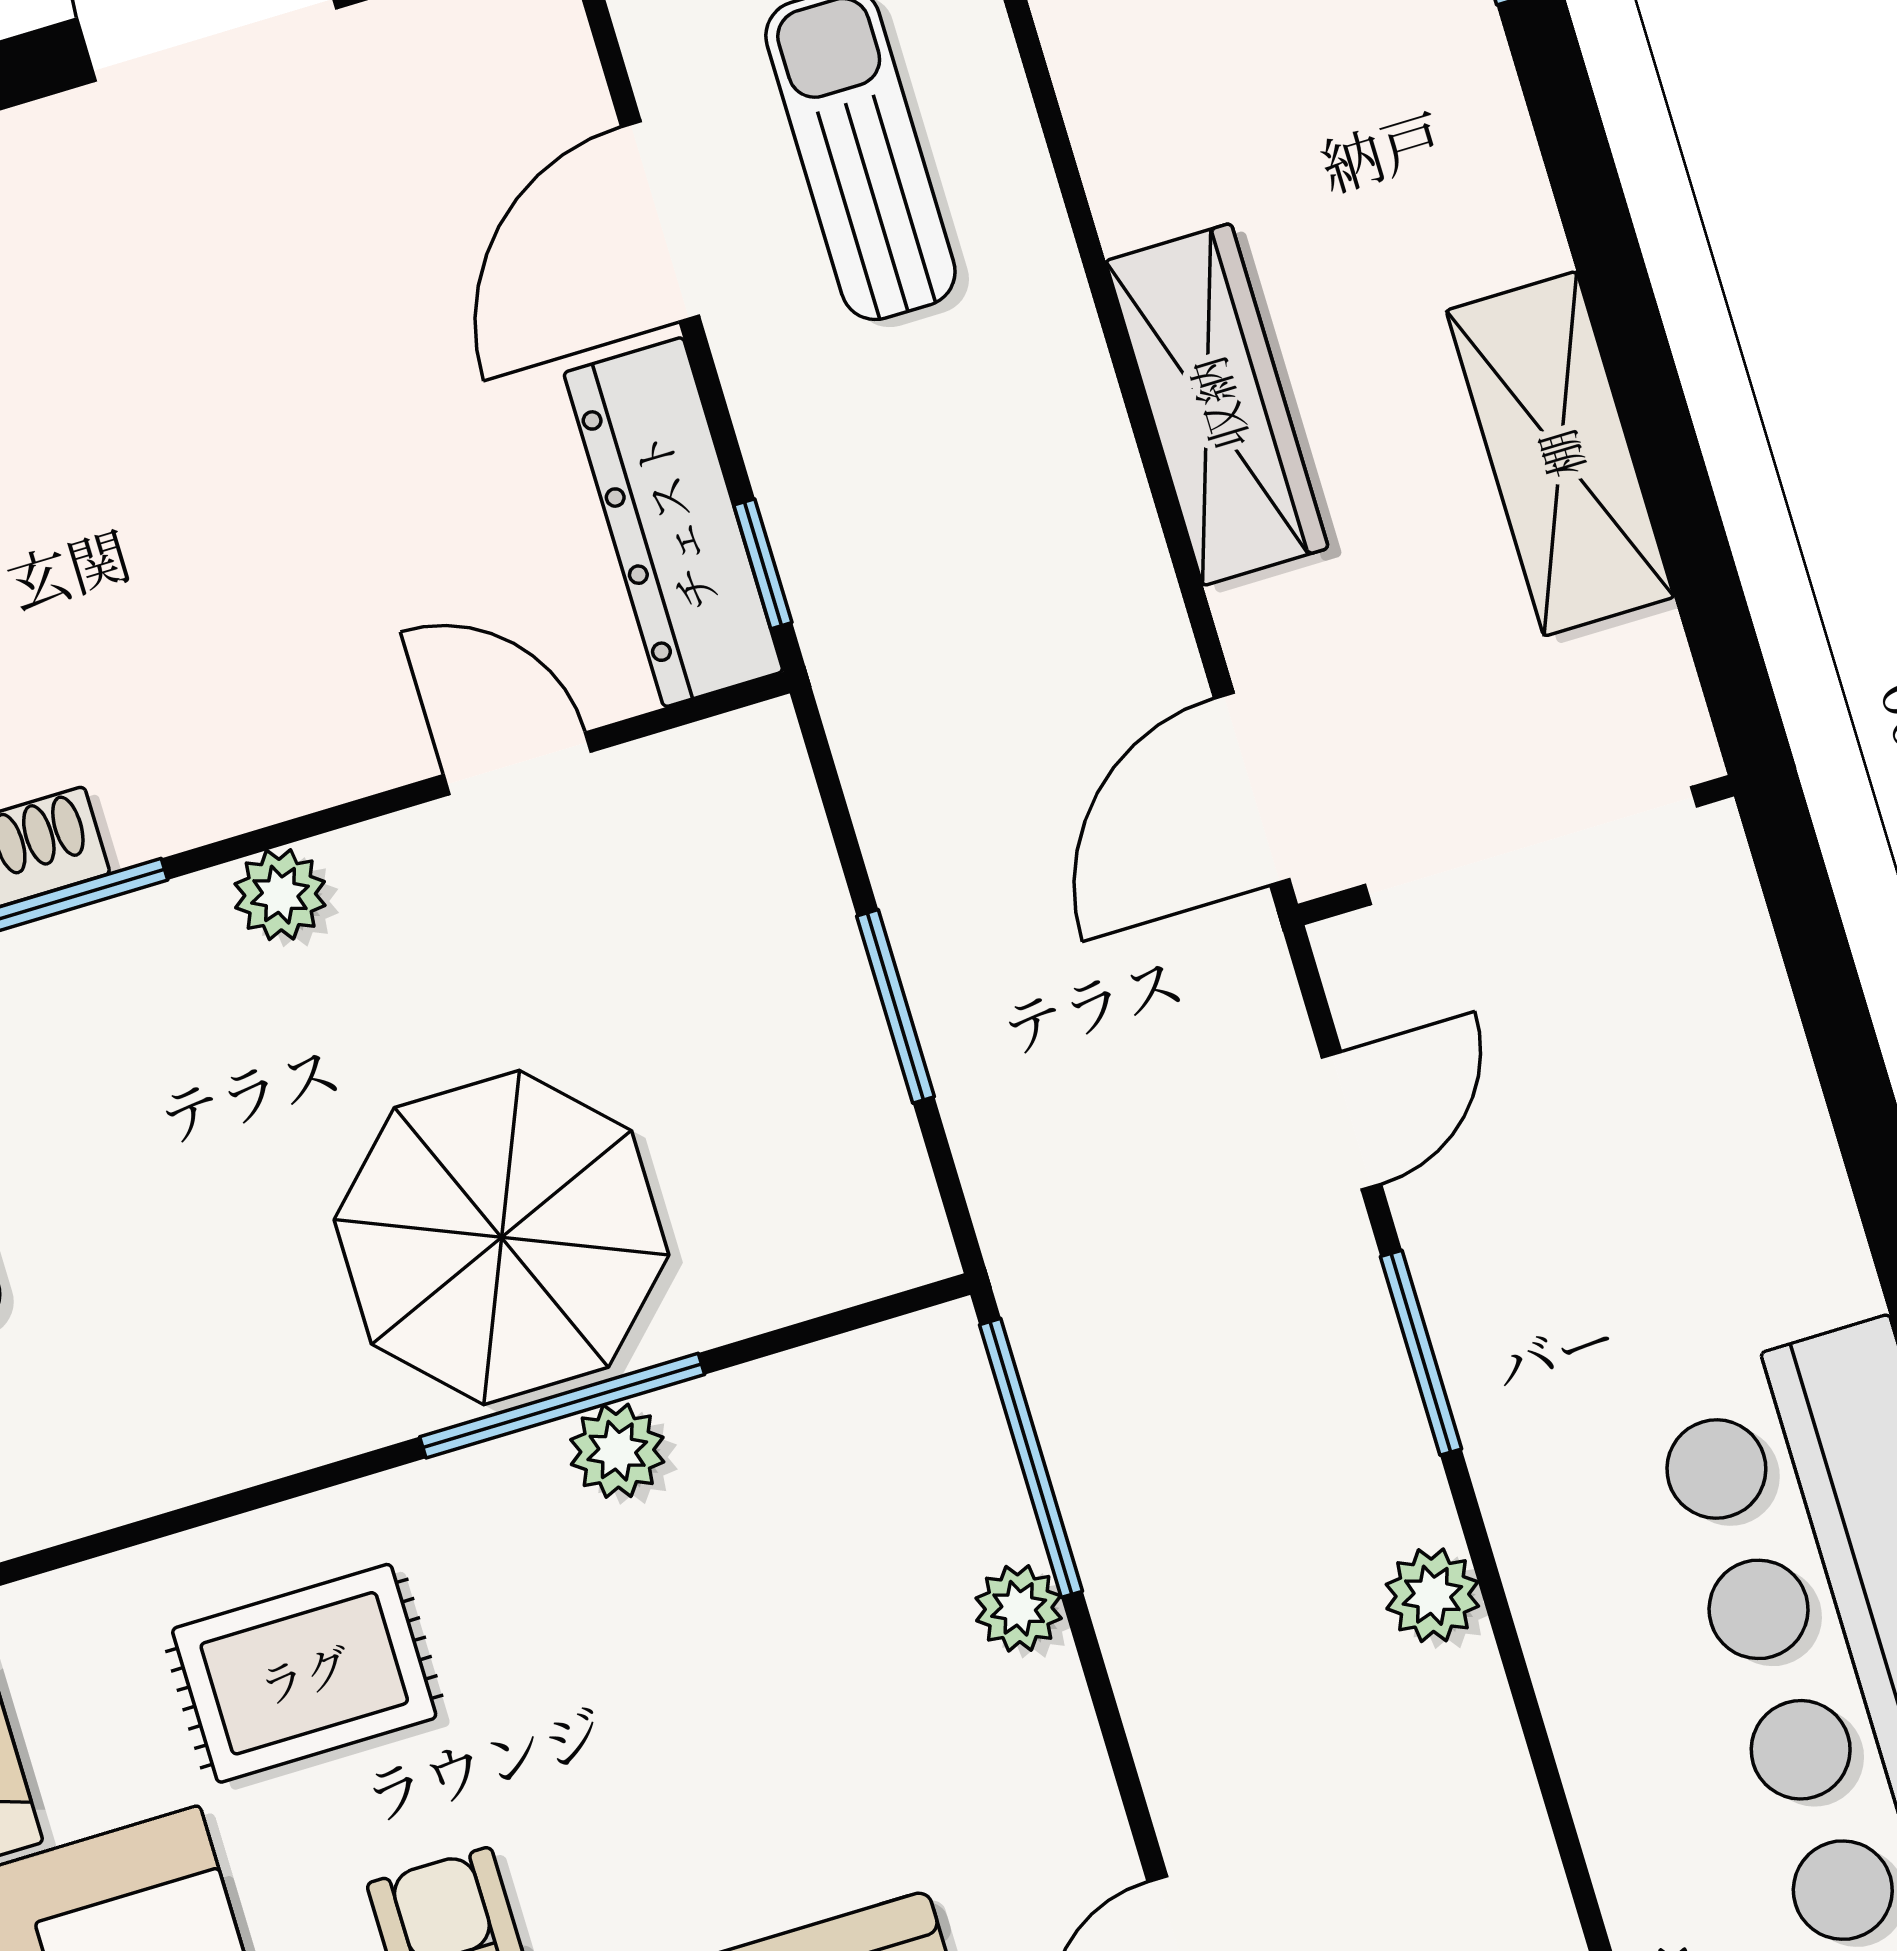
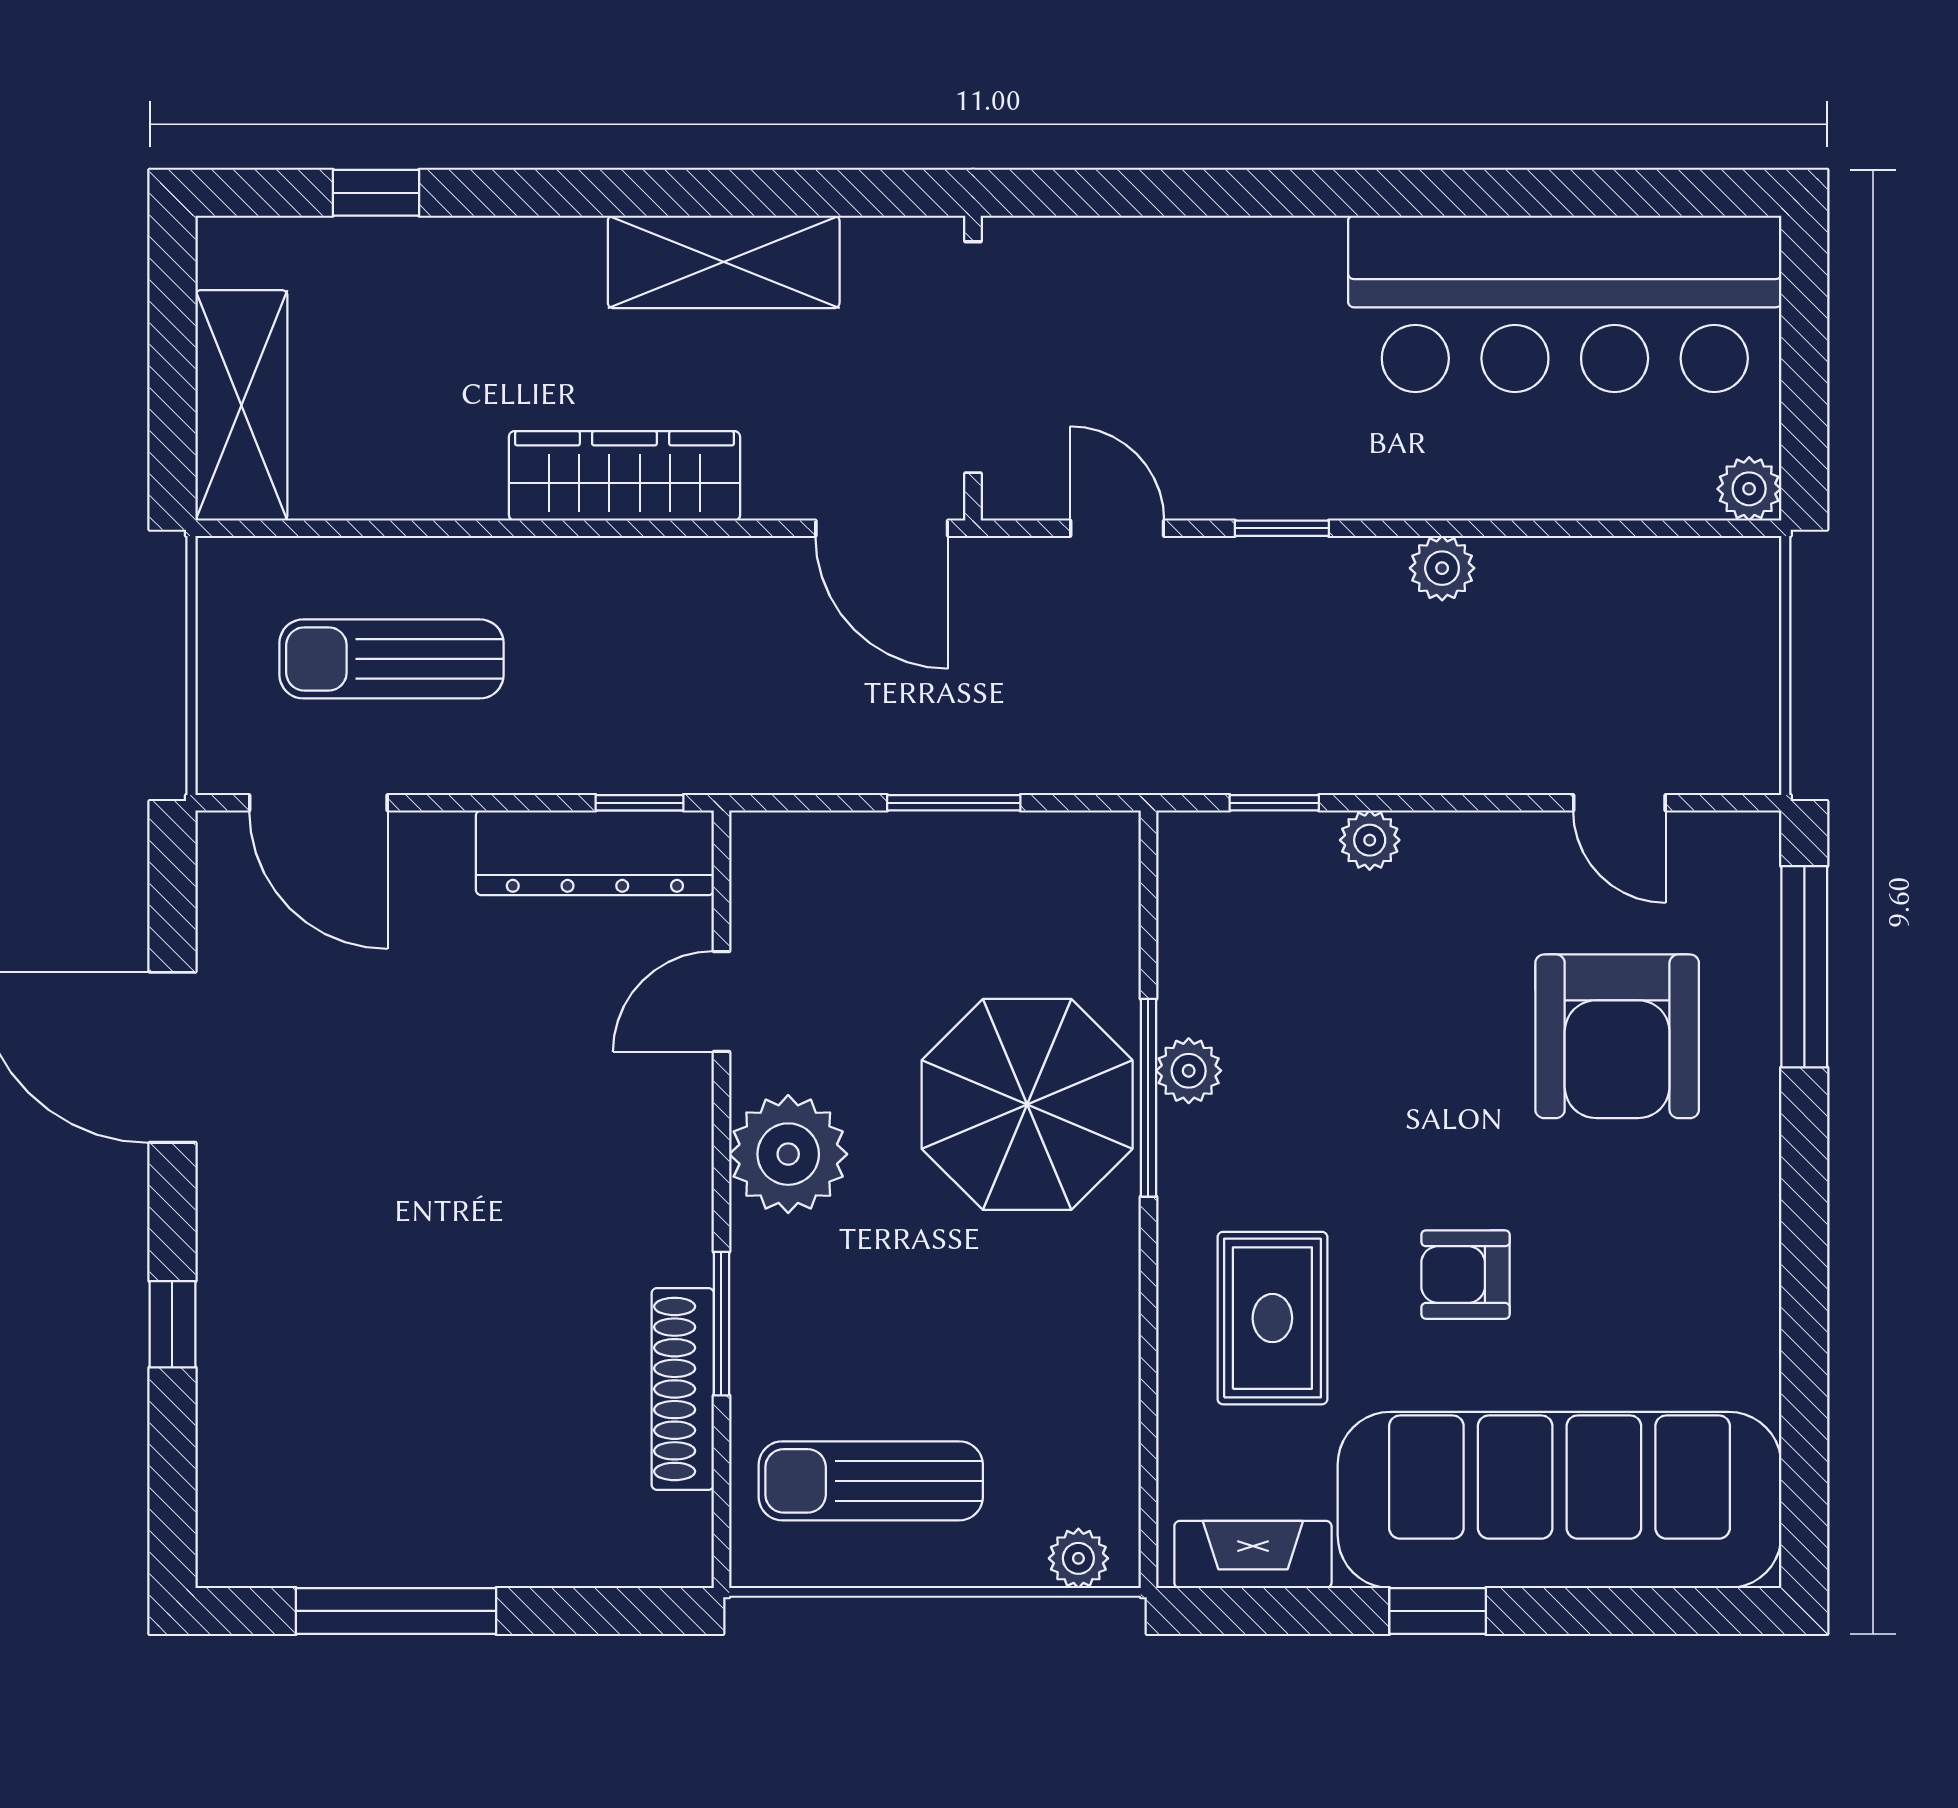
door: (660, 222) -> (318, 803), moved
plant: (280, 895) -> (788, 1154), width x1.87, depth x1.87
window: (1421, 1353) -> (1282, 528), width x0.67
window: (1031, 1458) -> (1274, 803), width x0.46

